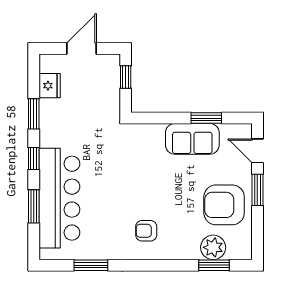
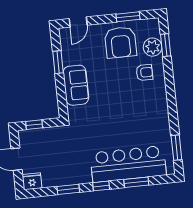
fridge: (50, 86) -> (32, 181), moved
sofa: (192, 139) -> (76, 85), moved
window: (257, 190) -> (128, 17), moved
armchair: (146, 231) -> (144, 72), moved, turned -90
window: (91, 265) -> (176, 148), moved

